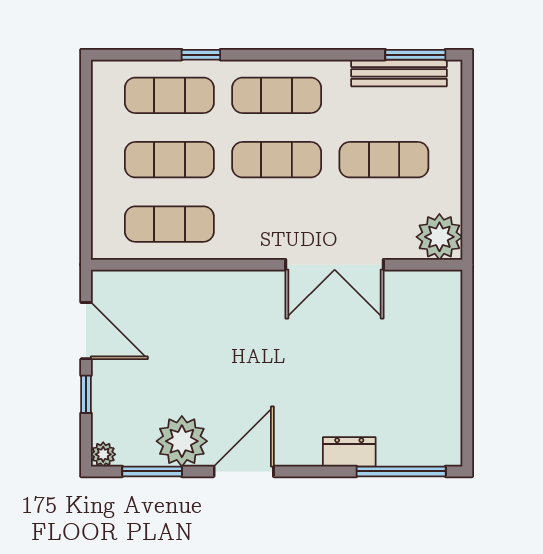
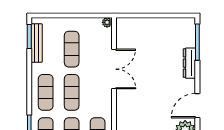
plant: (439, 237) -> (107, 22), width x0.53, depth x0.53
dresser: (349, 452) -> (189, 63), width x1.44
door: (244, 471) -> (197, 106), hinge flipped

